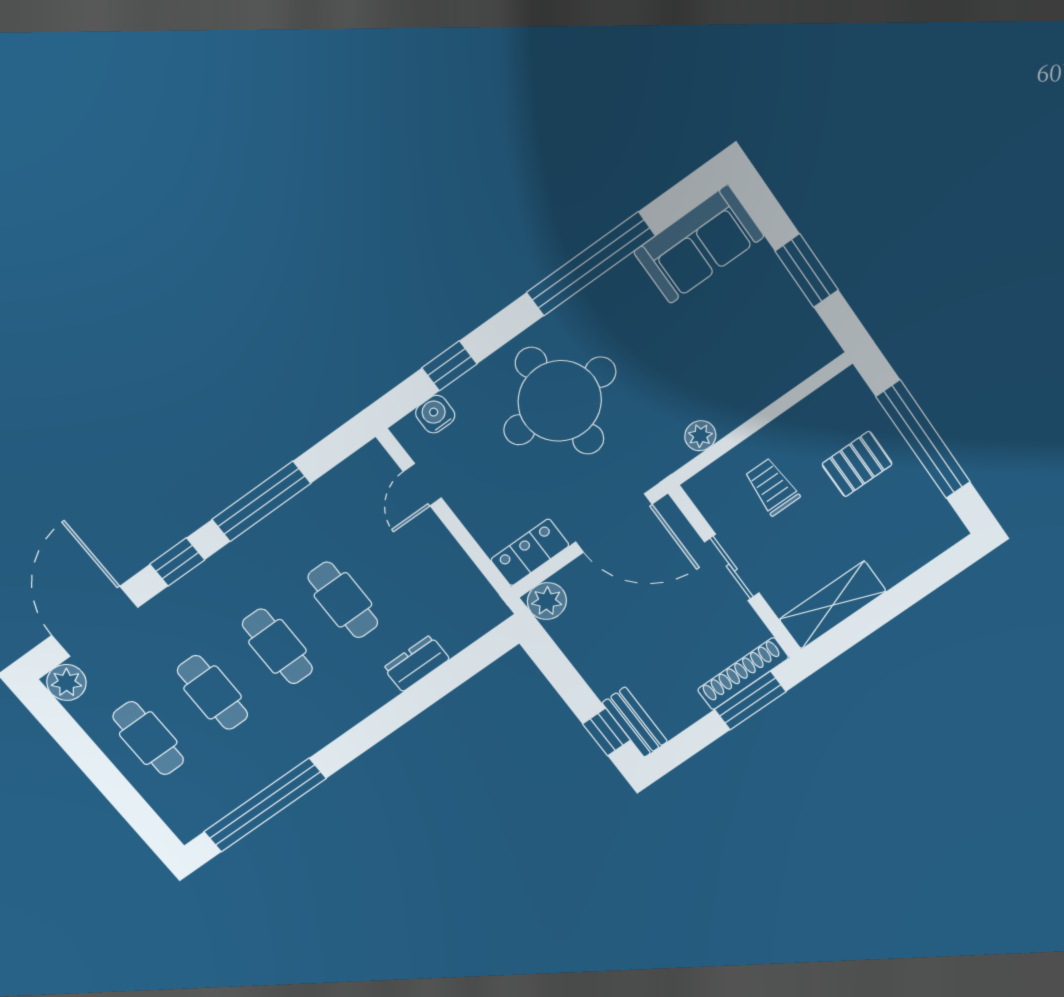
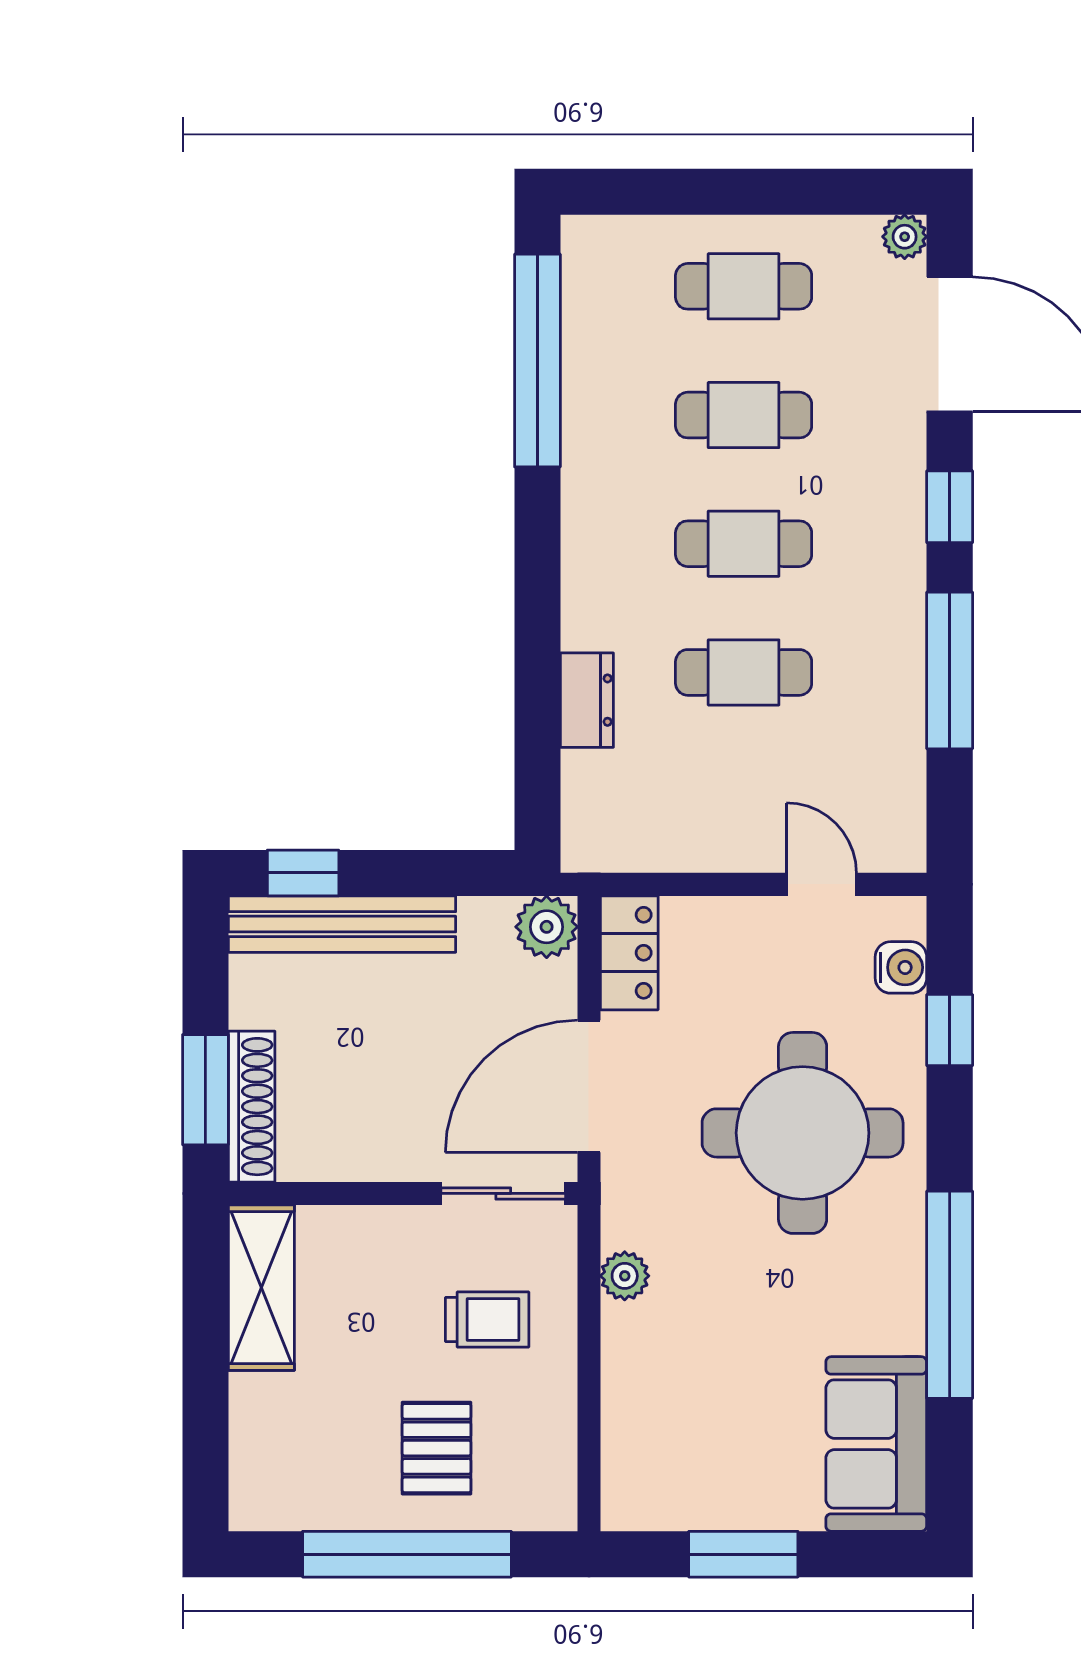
sliding door: (732, 568) -> (503, 1193), moved
plant: (66, 682) -> (905, 237), width x0.73, depth x0.73
bench: (635, 722) -> (342, 924), width x1.86, depth x1.21

